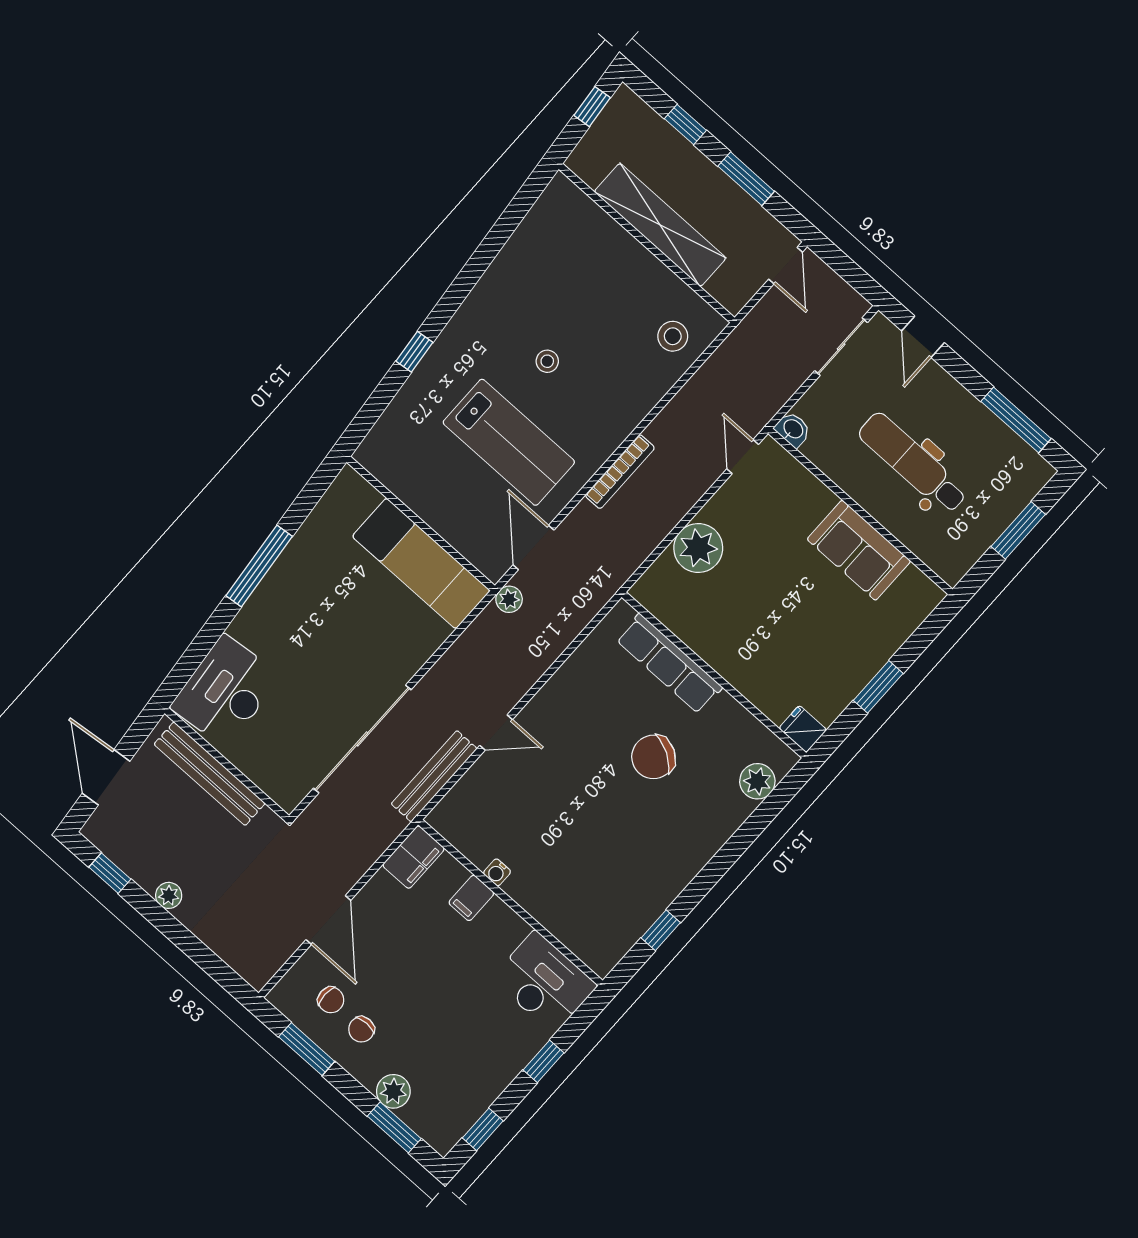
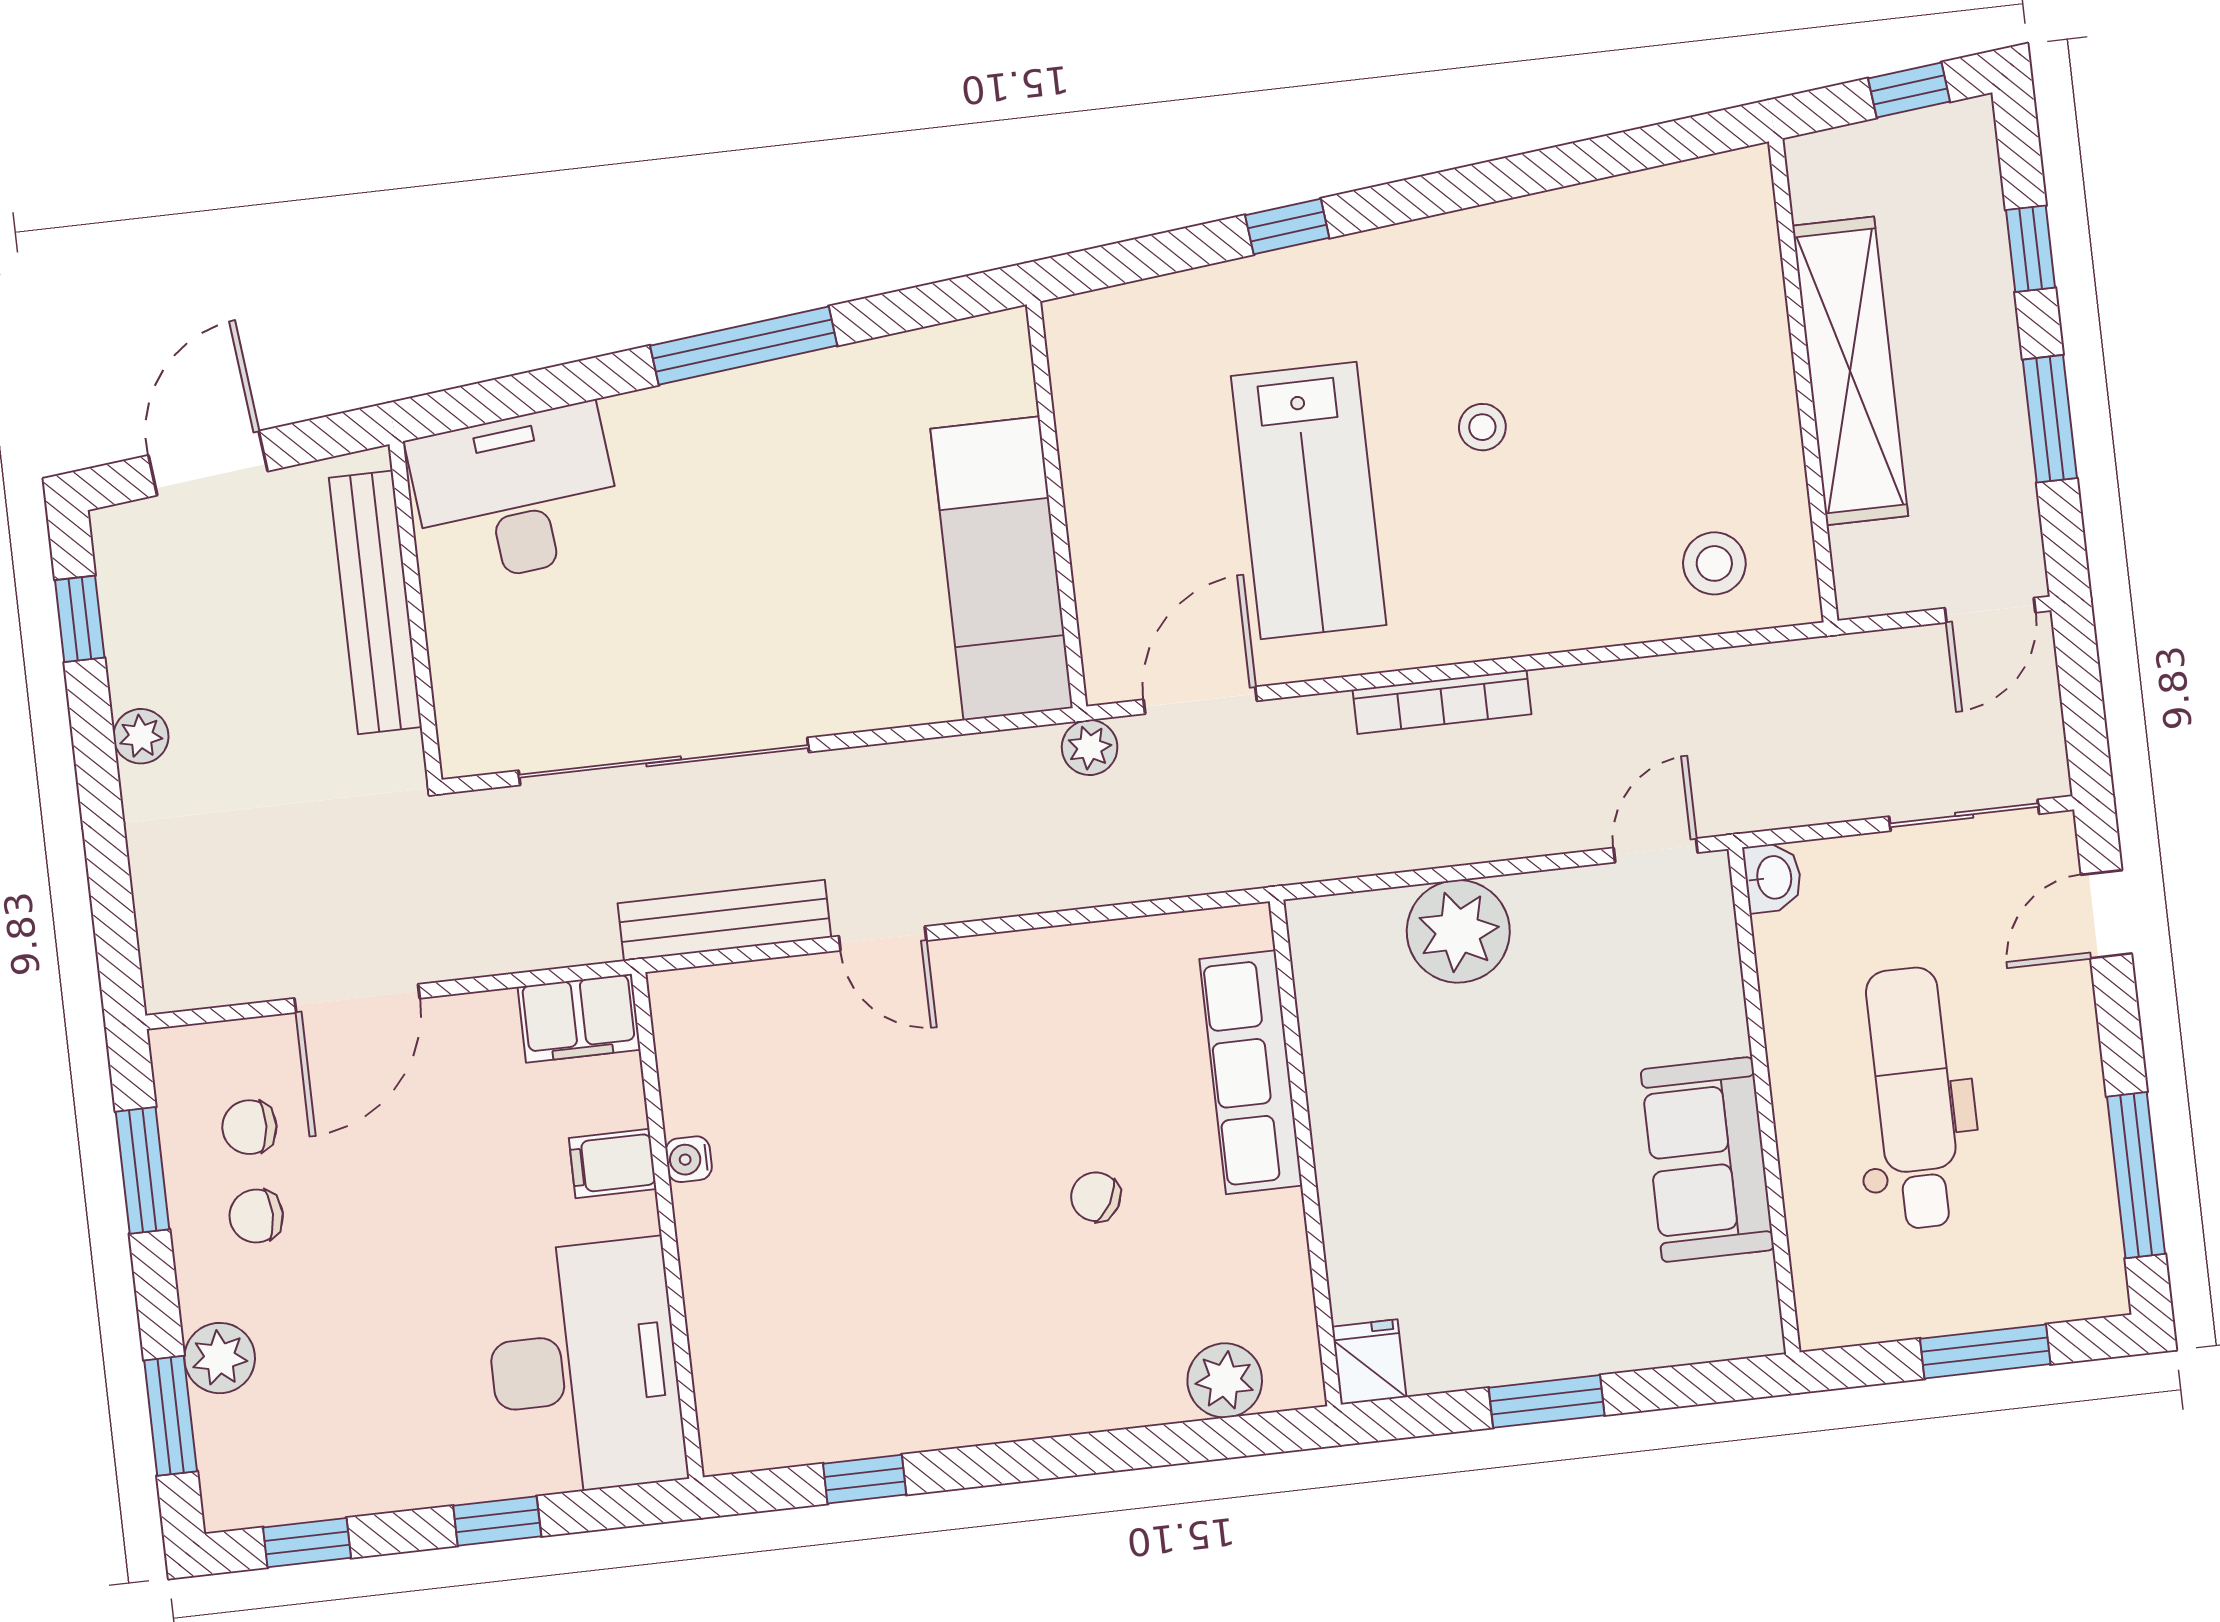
chair: (653, 757) -> (1096, 1197), width x0.54, depth x0.54
desk: (544, 982) -> (584, 1367), width x1.36, depth x1.30
chair: (331, 1000) -> (249, 1127), turned 94

